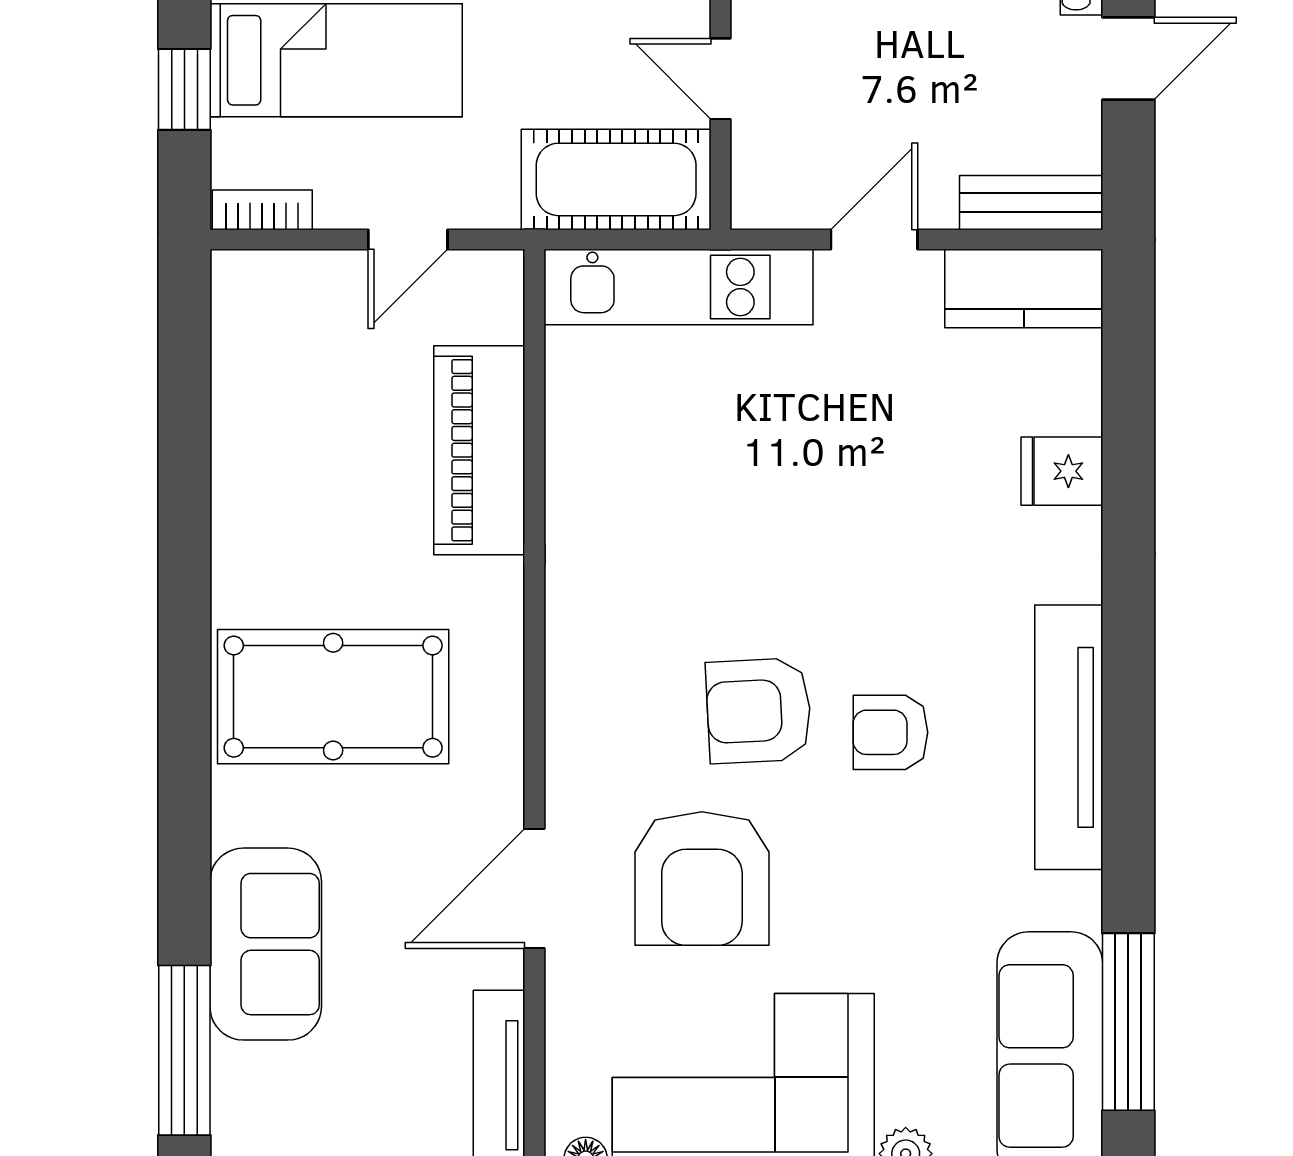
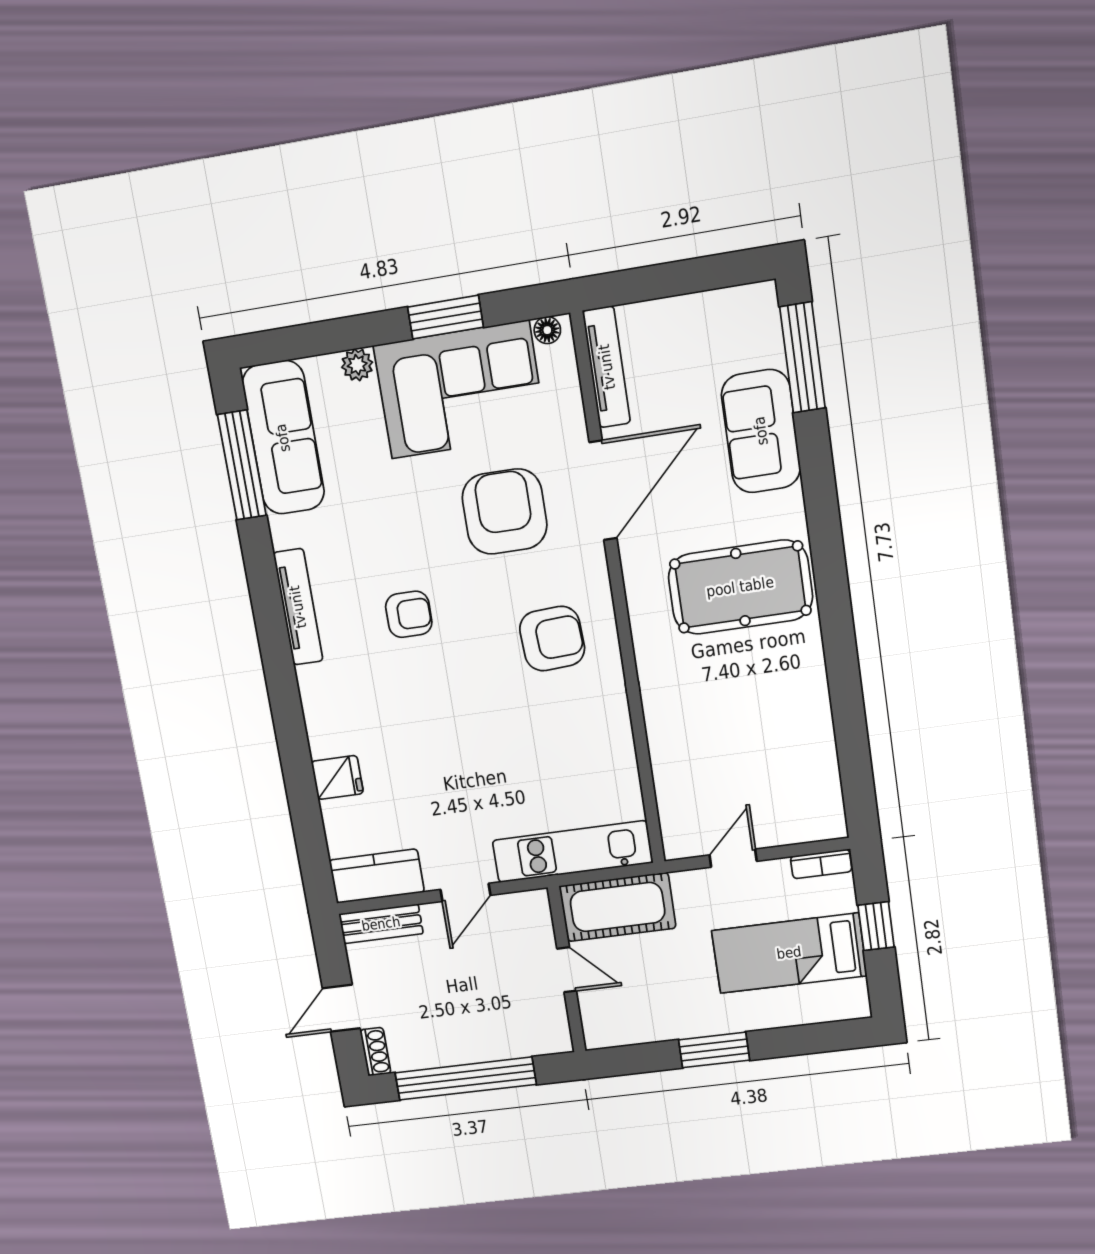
piano: (479, 450) -> (674, 744), removed
armchair: (759, 711) -> (552, 639), moved
tv unit: (1069, 737) -> (298, 607), width x0.73, depth x0.78
door: (534, 889) -> (603, 490), width x1.36

